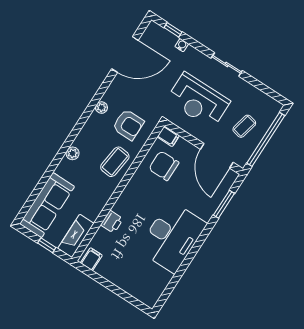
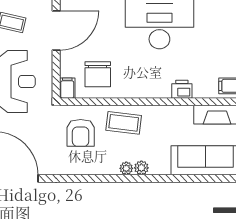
plant: (101, 108) -> (126, 168), moved
armchair: (128, 125) -> (81, 133), turned 180

